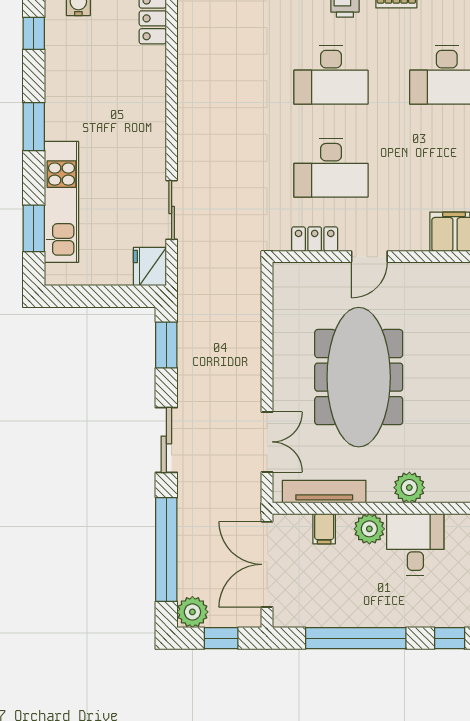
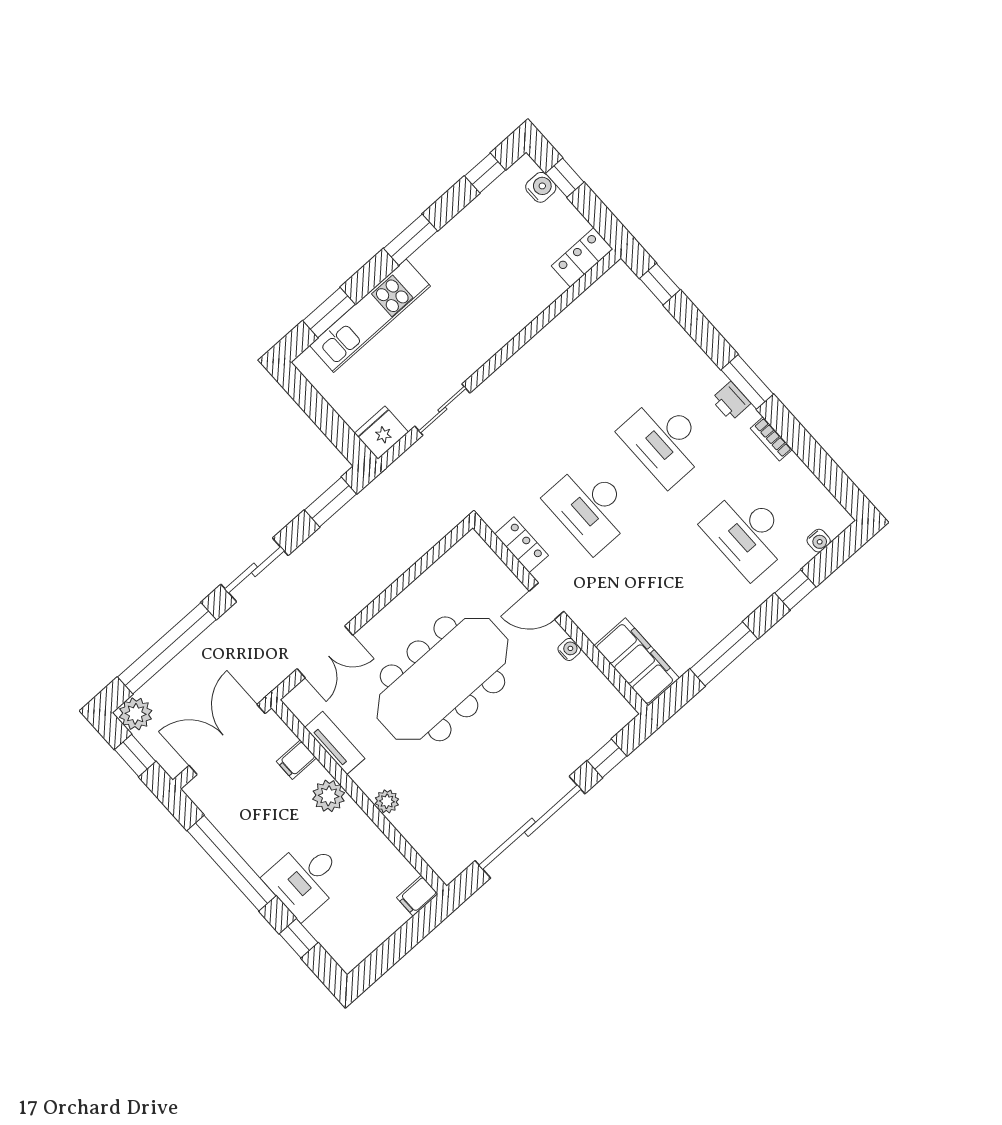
water cooler: (417, 271) -> (569, 649), added
plant: (409, 488) -> (387, 801), width x0.73, depth x0.73
tv unit: (324, 492) -> (335, 743), width x0.71
desk: (415, 544) -> (305, 879), moved, turned 180

